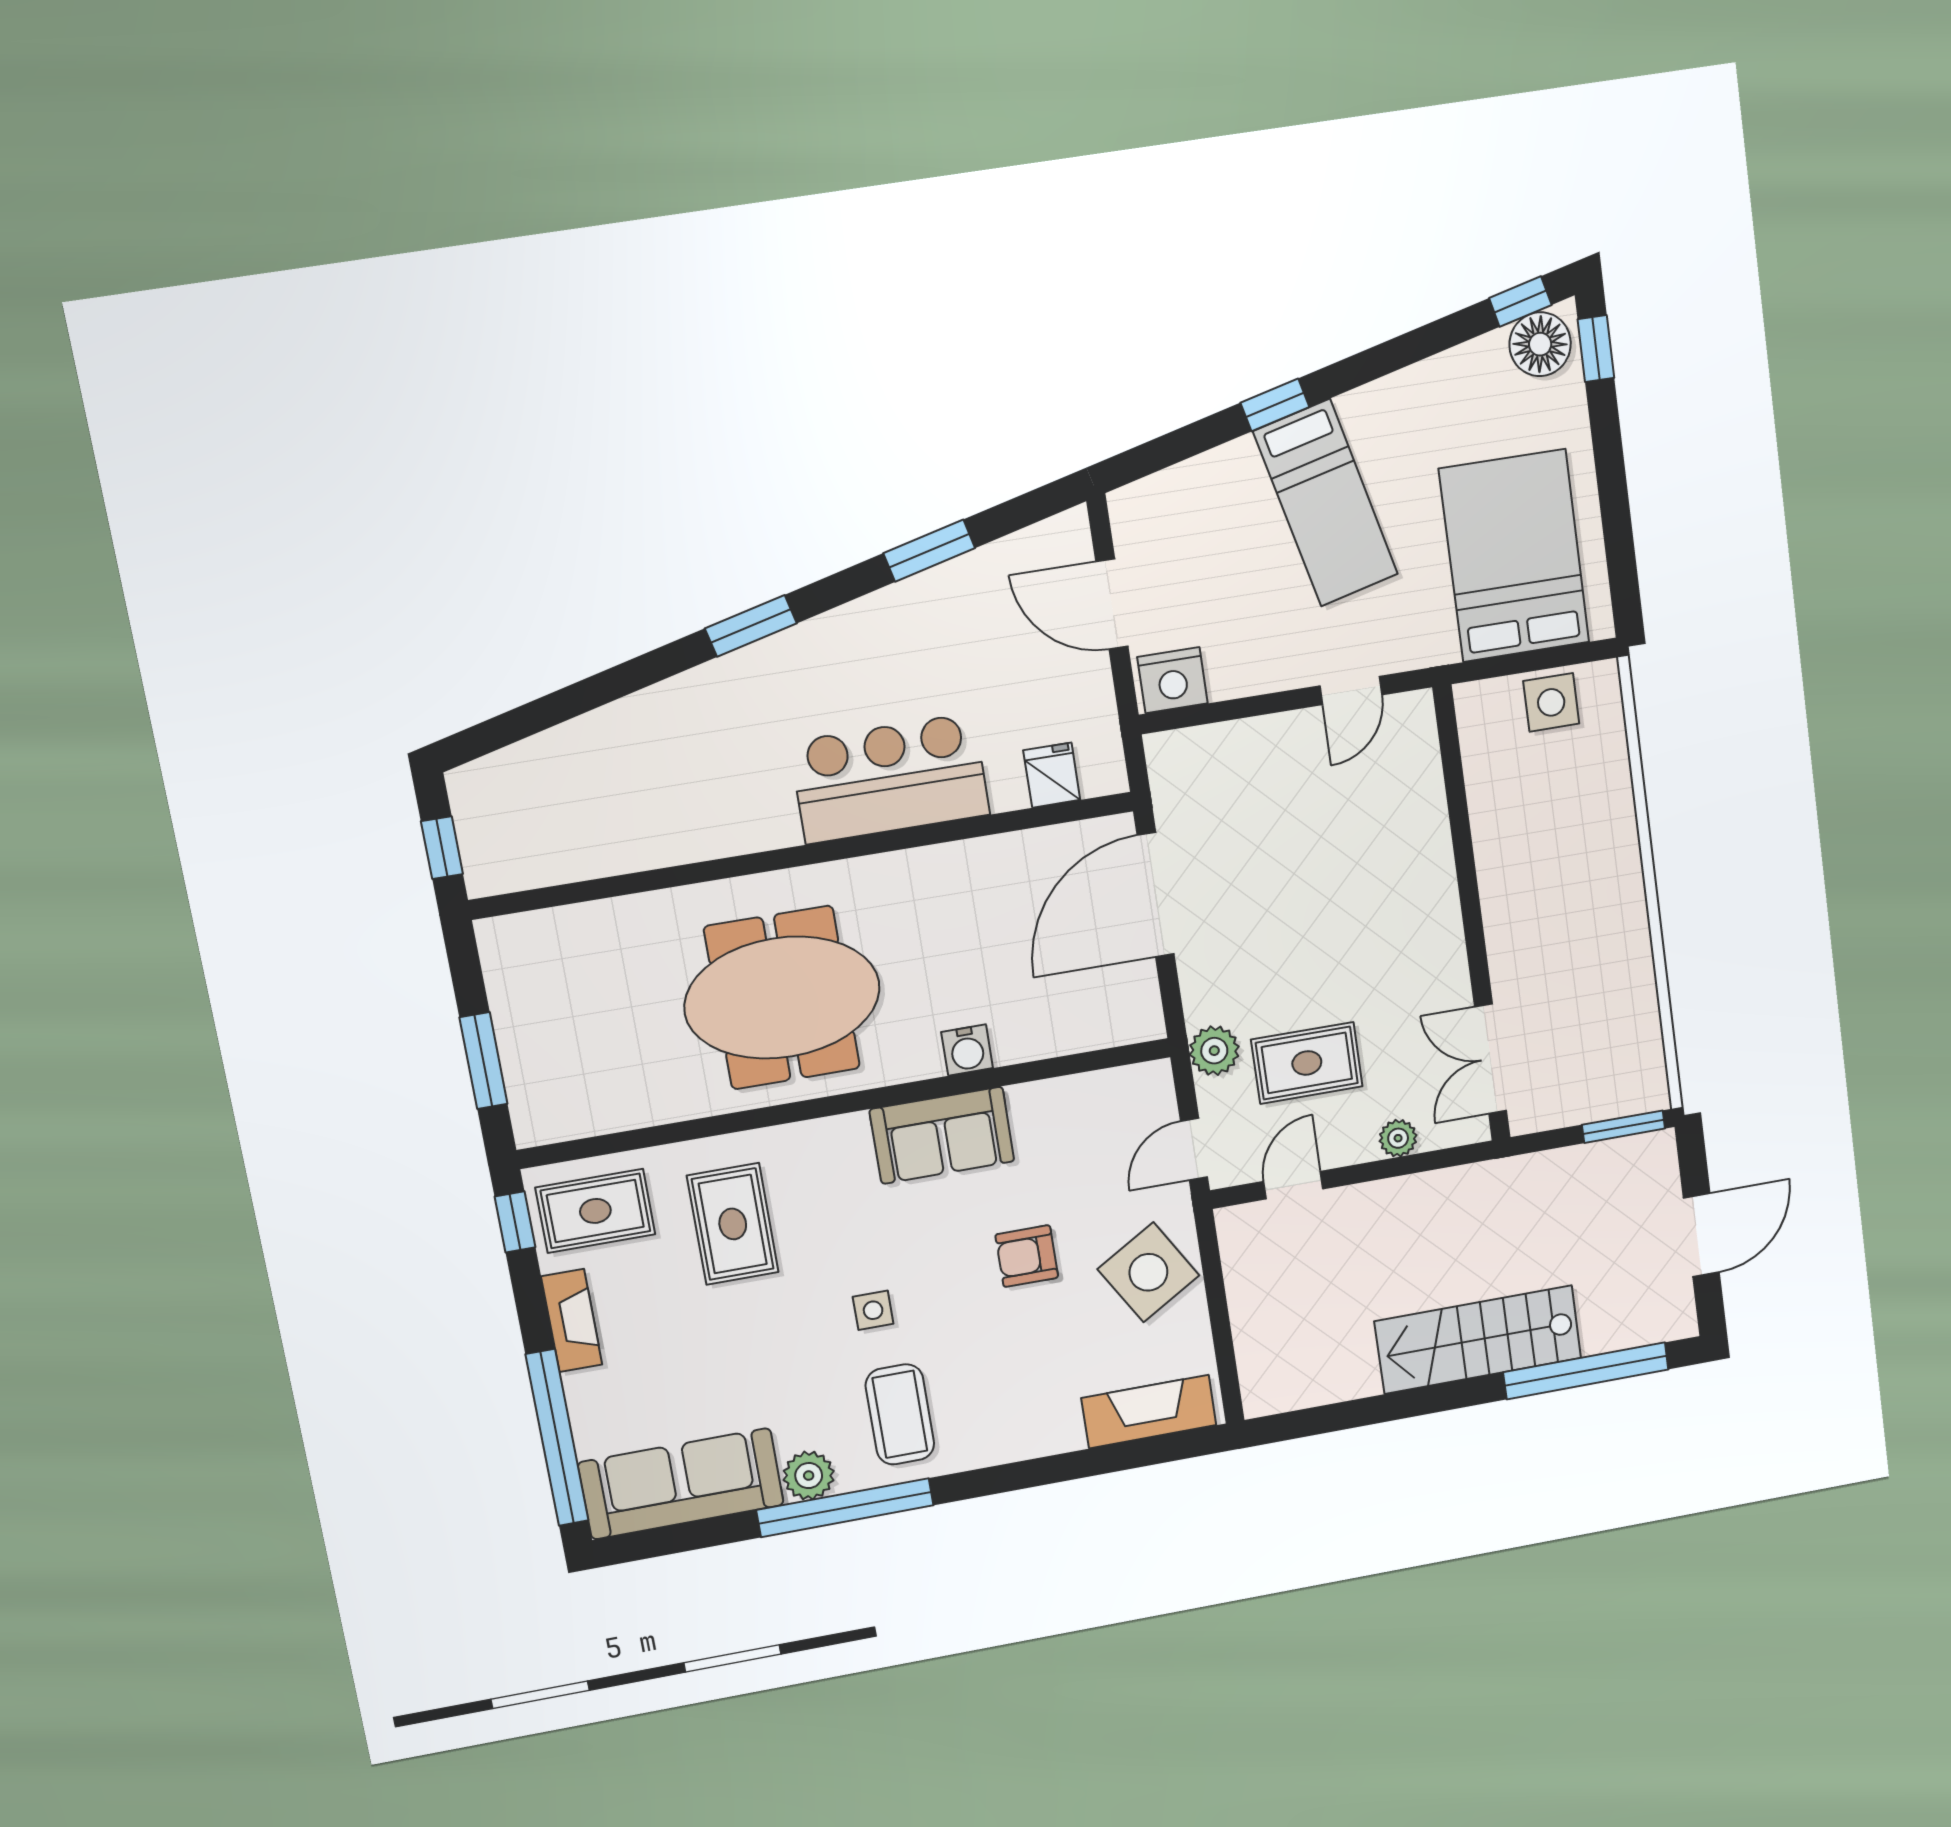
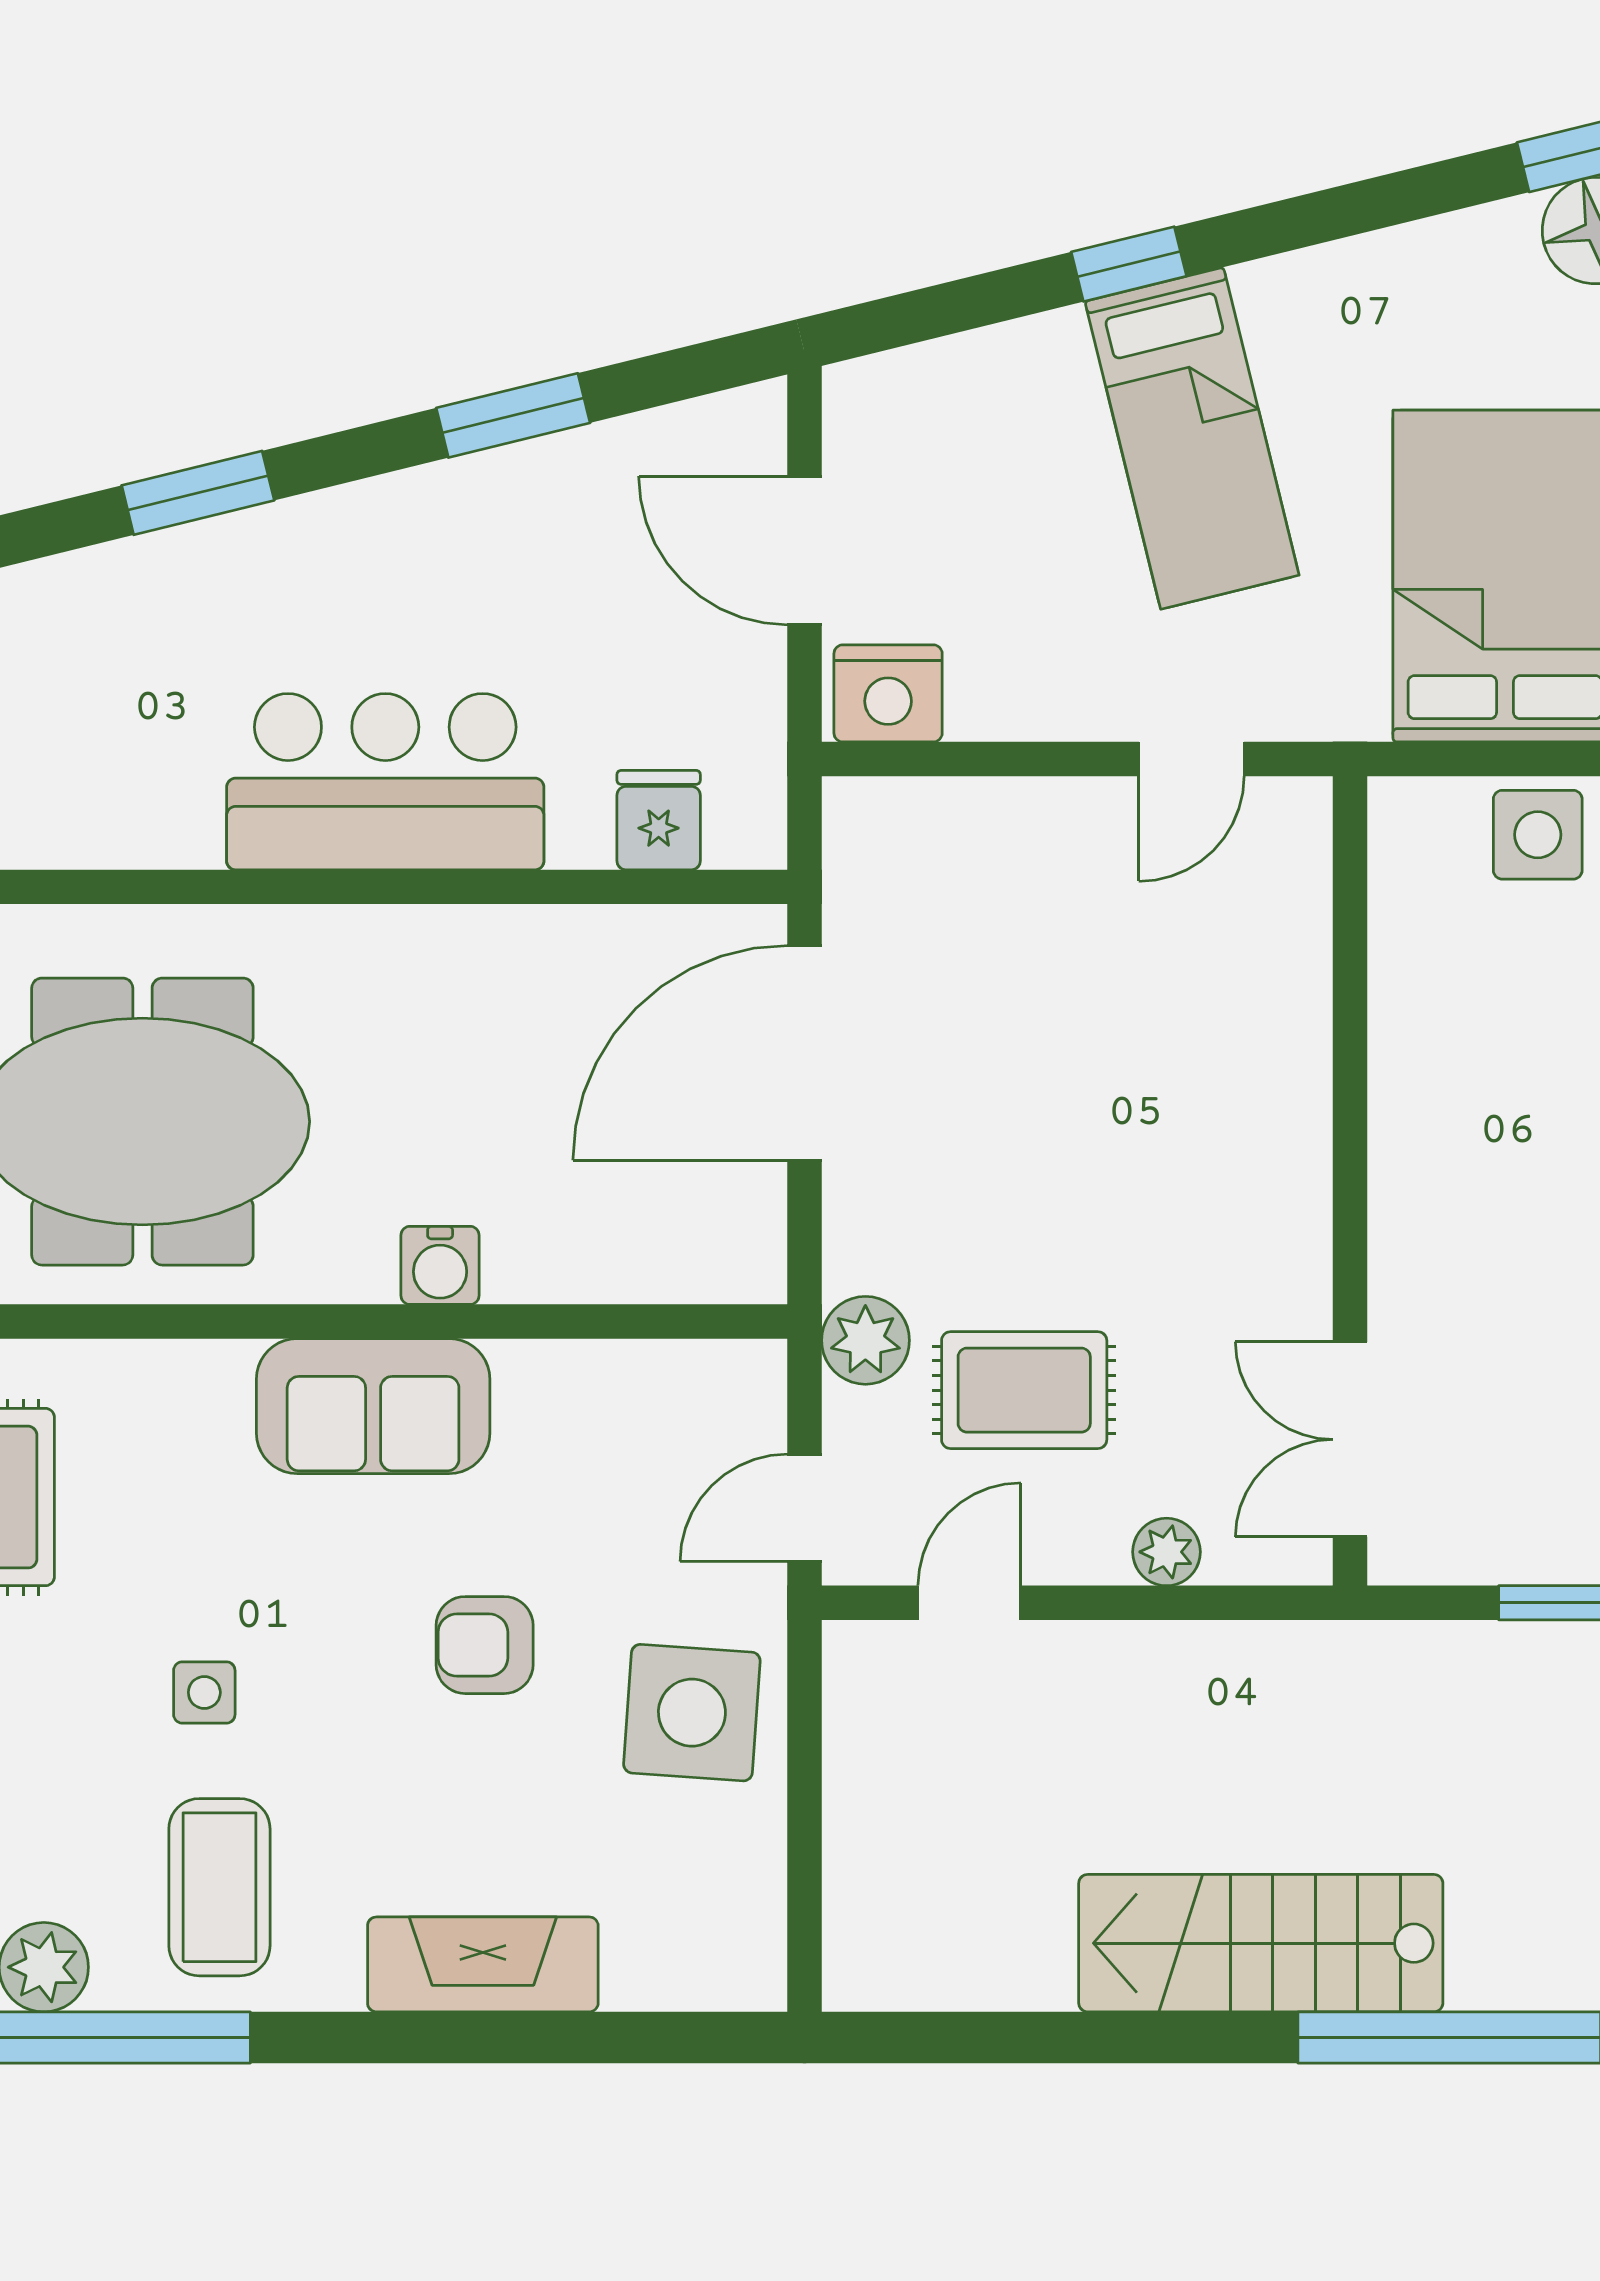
side table: (1148, 1272) -> (692, 1713), turned 35
fireplace: (1149, 1412) -> (483, 1964), moved

